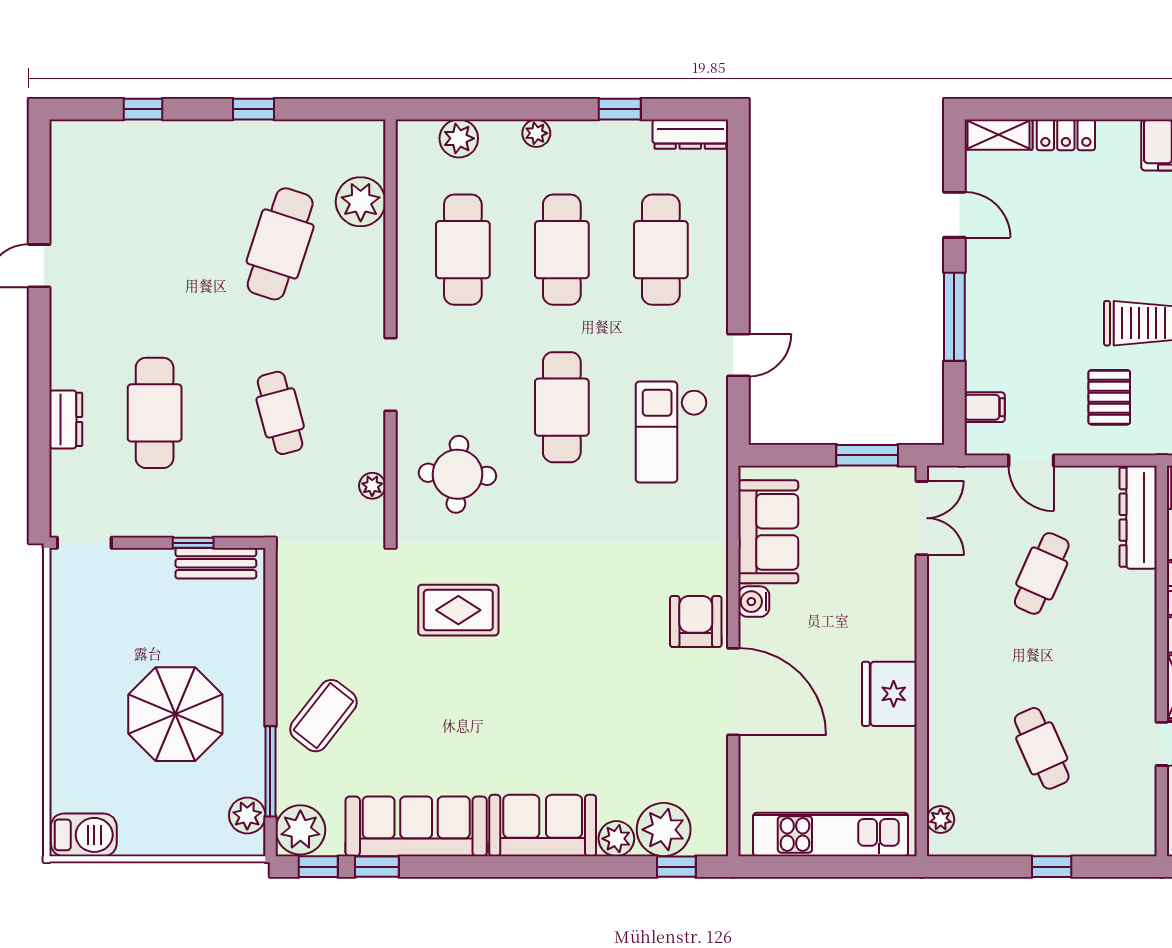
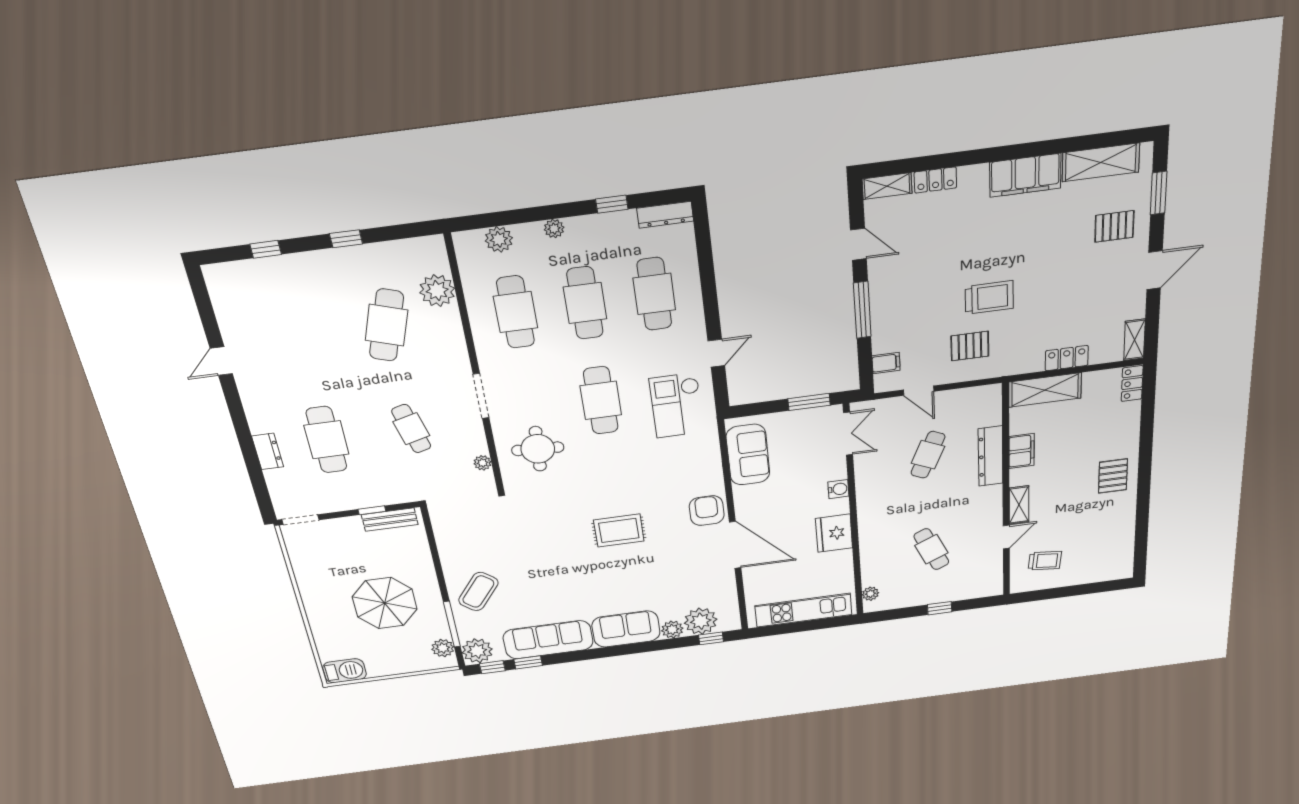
pallet: (1109, 397) -> (970, 346), turned 90
dresser: (1138, 517) -> (991, 456), moved
water cooler: (754, 602) -> (838, 489), moved, turned 180
rug: (458, 610) -> (619, 530), moved

